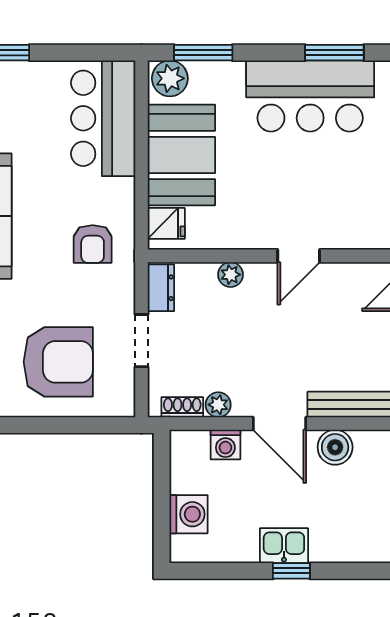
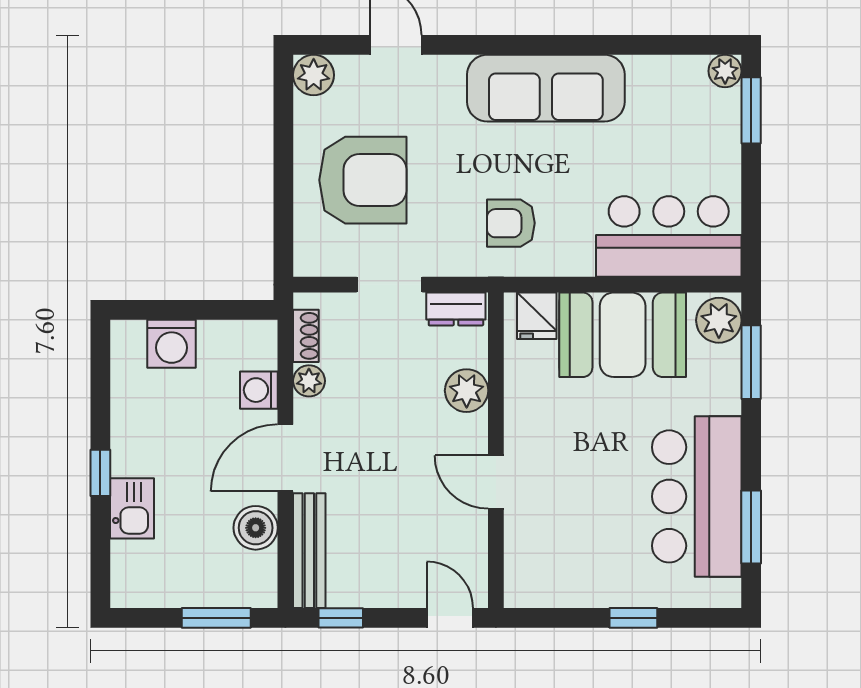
plant: (231, 275) -> (467, 391), width x1.38, depth x1.38
armchair: (58, 362) -> (363, 180), turned -90
kitchen sink: (284, 546) -> (132, 508), moved

